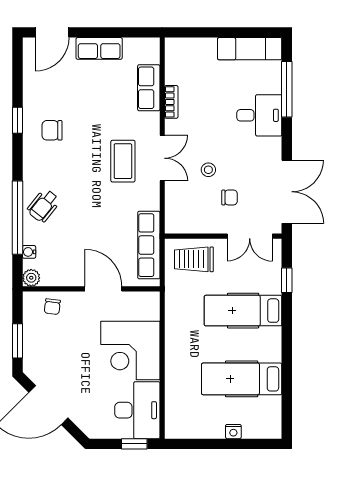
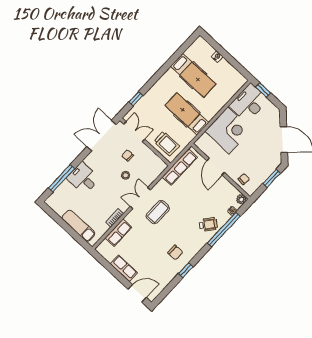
exam couch: (250, 49) -> (79, 226), moved
hospital bed: (243, 311) -> (187, 114), moved, turned 180

